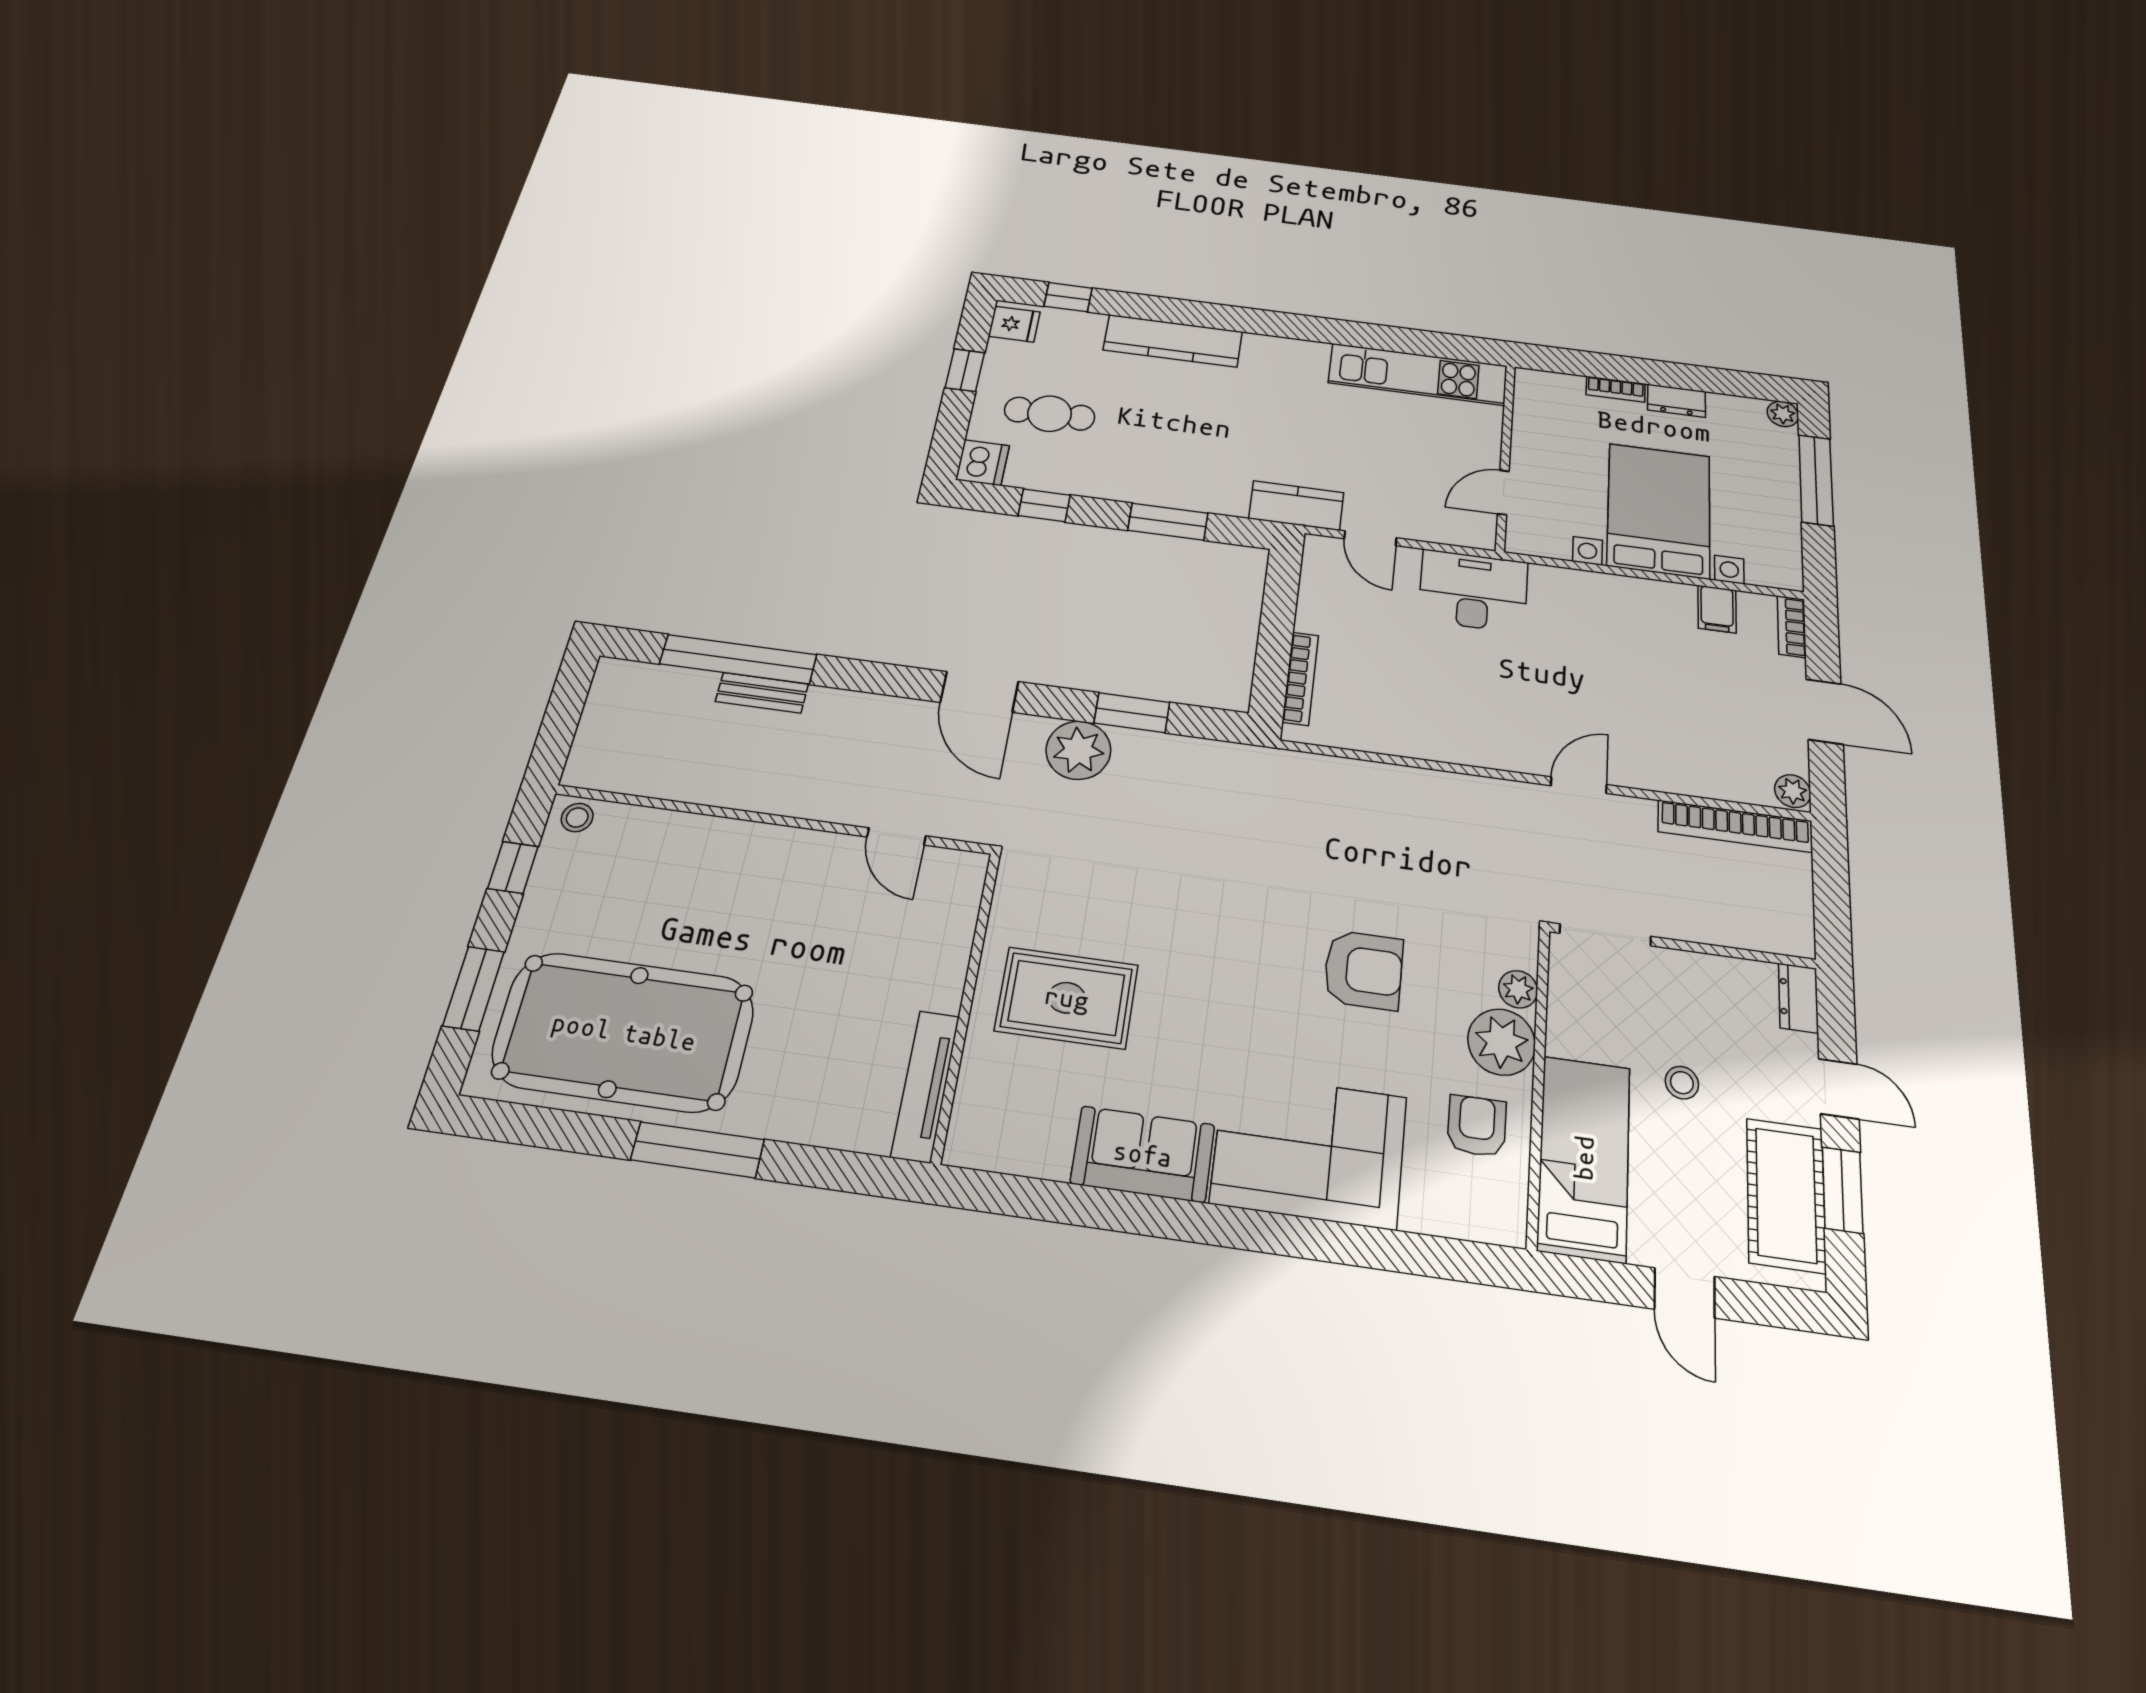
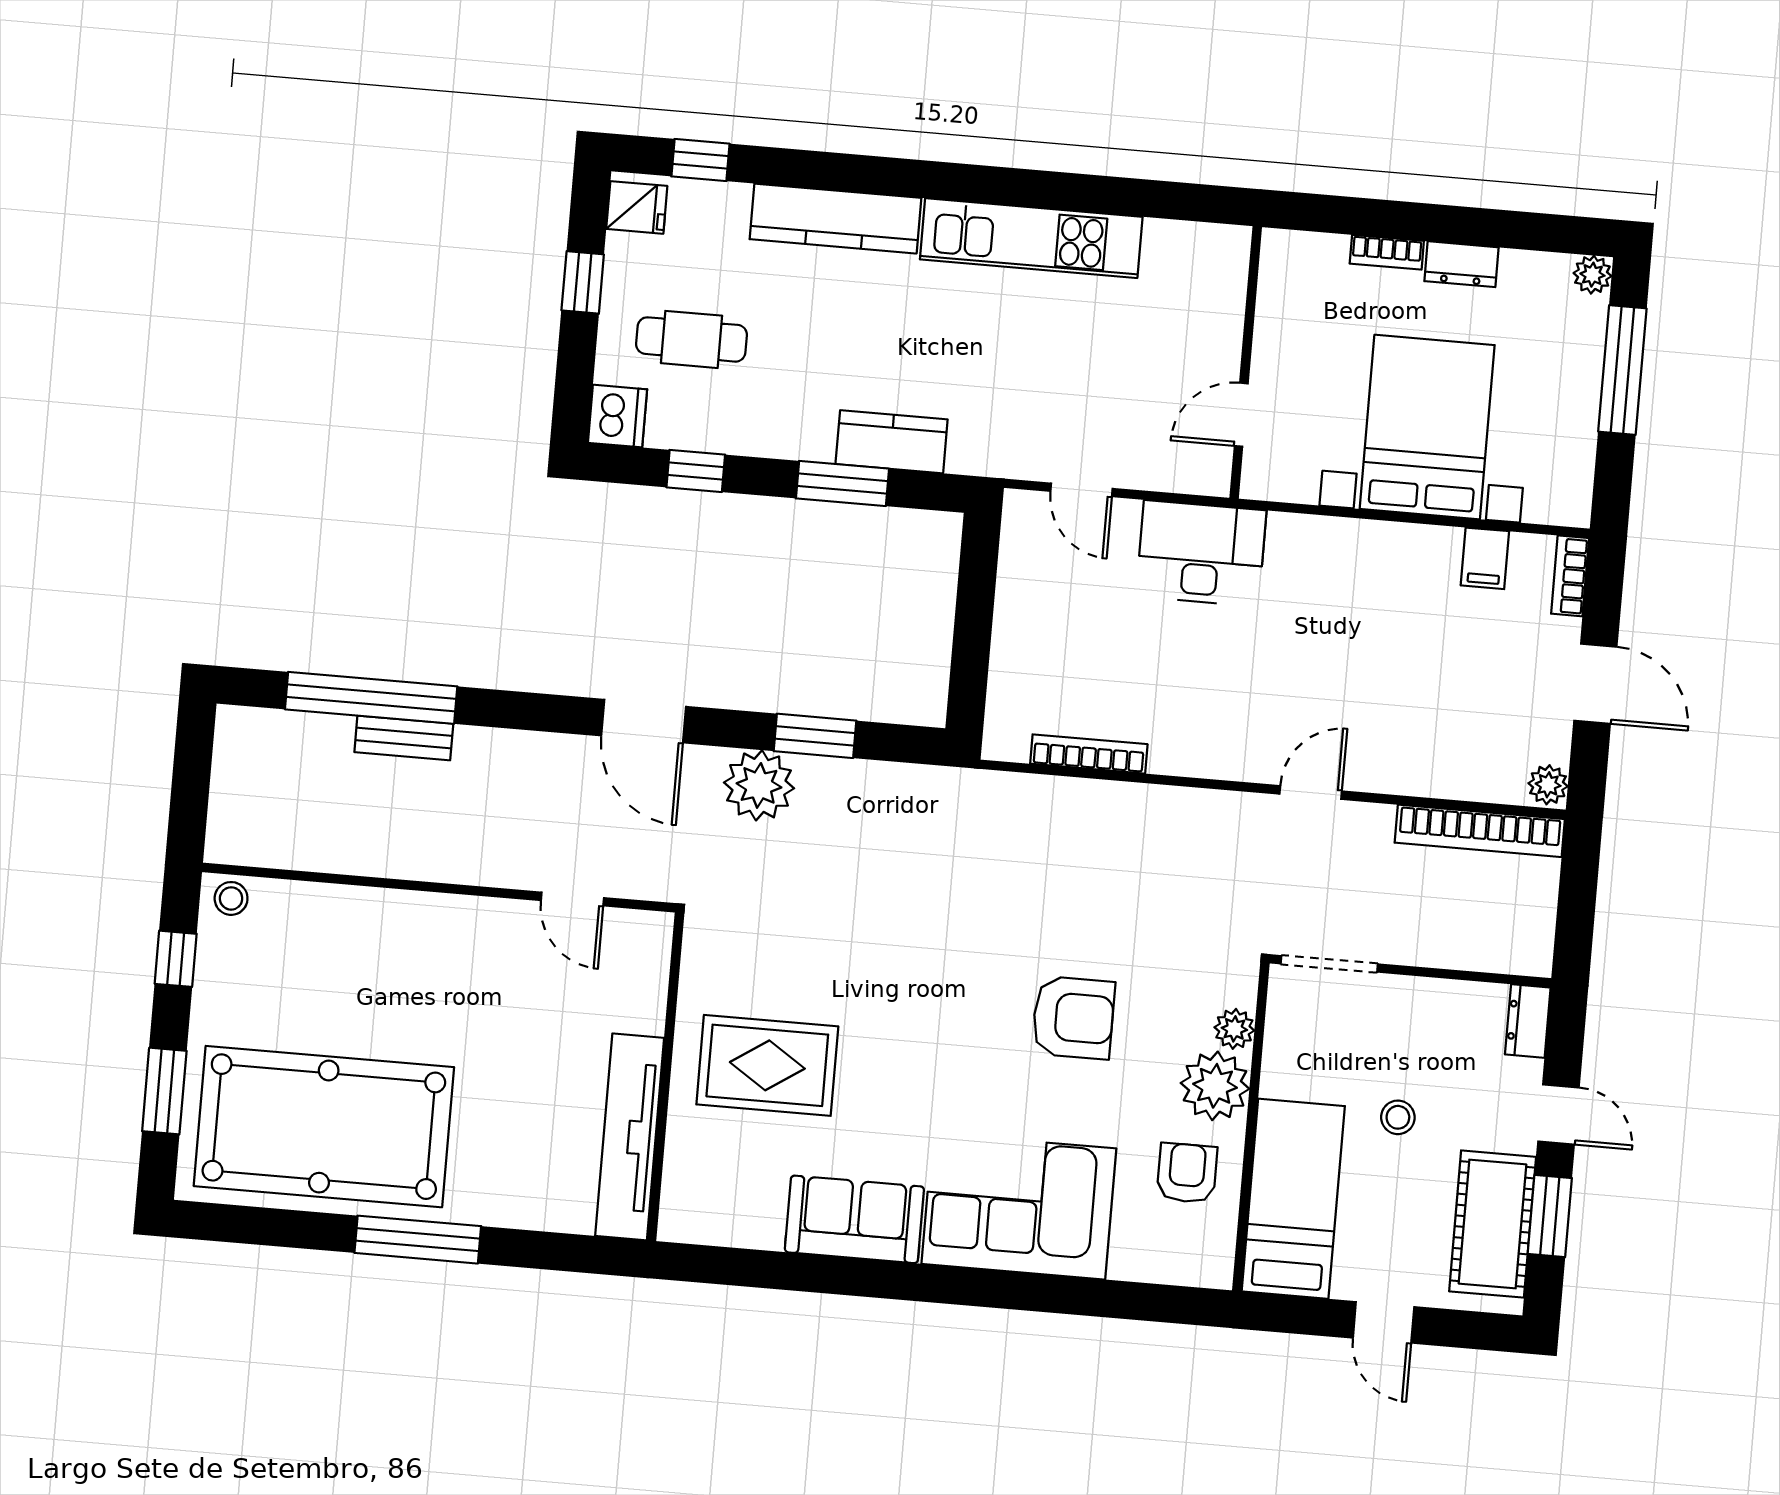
kitchen unit: (1418, 374) -> (1031, 238), moved
kitchen counter: (1296, 506) -> (892, 442), moved
bookcase: (1300, 678) -> (1089, 754), moved, turned -90
tv unit: (925, 1086) -> (630, 1137), width x1.36, depth x1.29

